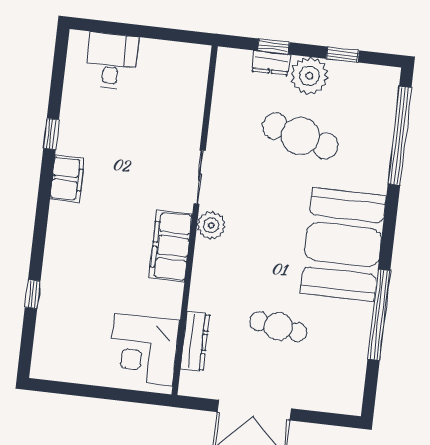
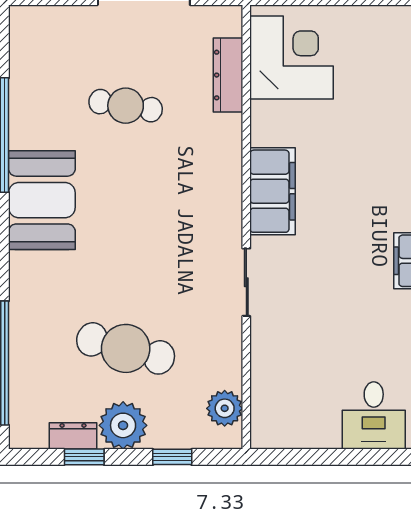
dresser: (271, 63) -> (73, 436), moved
plant: (211, 225) -> (225, 408), moved
booth: (343, 245) -> (42, 200), width x0.73, depth x0.70

